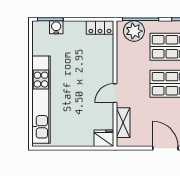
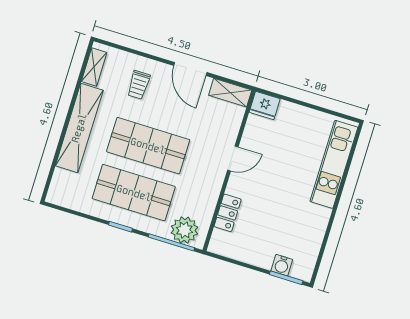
locker: (100, 28) -> (228, 213), moved, turned 90
kitchen unit: (41, 100) -> (334, 164), width x0.73
shelving: (123, 123) -> (230, 93), moved, turned 90

